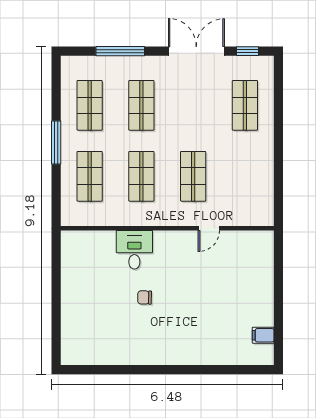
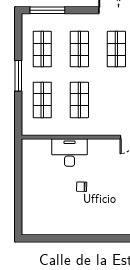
window: (120, 51) -> (47, 10), moved
shop shelf: (193, 176) -> (116, 49), moved
desk: (134, 250) -> (70, 153), width x1.37

